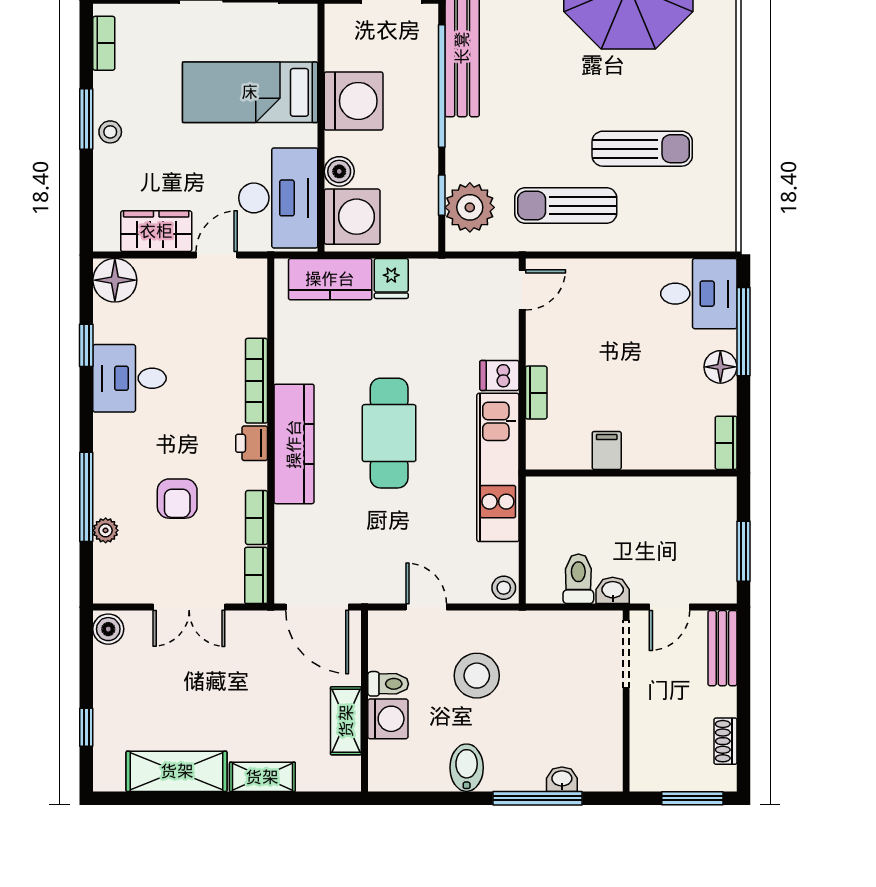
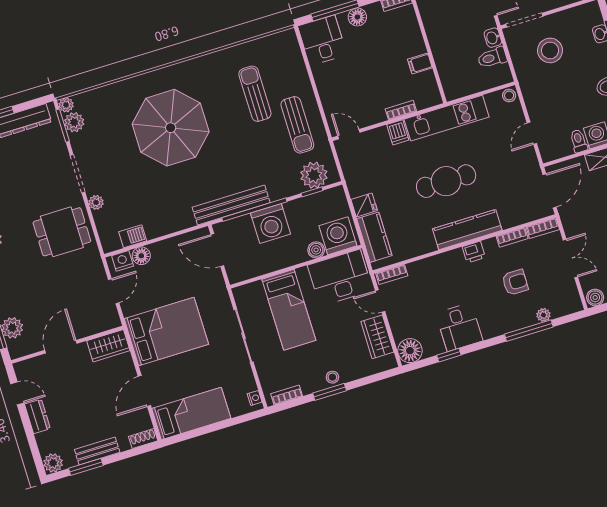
washing machine: (354, 101) -> (270, 224), moved, turned 180
bookcase: (256, 381) -> (392, 274), moved, width x0.64
stool: (477, 676) -> (550, 50), moved

